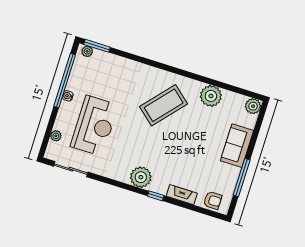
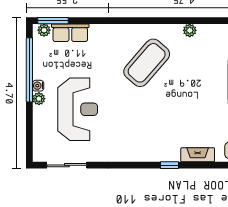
row of seats: (108, 60) -> (70, 33), added
plant: (211, 96) -> (190, 30), width x0.53, depth x0.53
plant: (56, 136) -> (39, 99), moved
plant: (141, 177) -> (147, 150), removed

